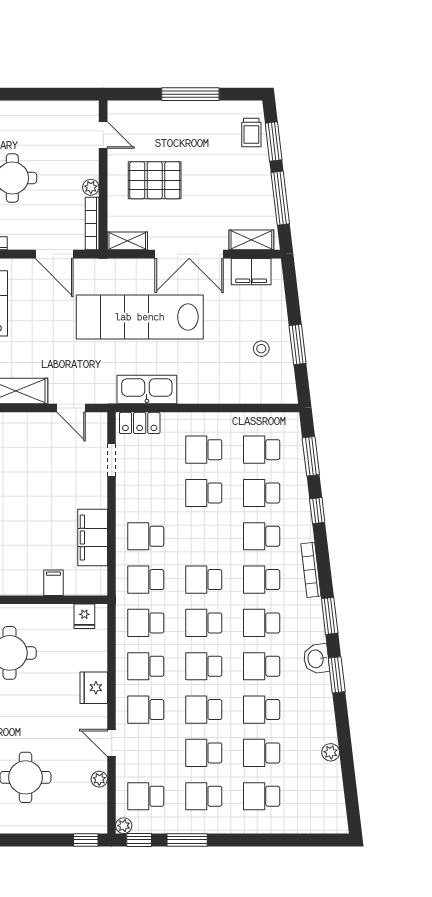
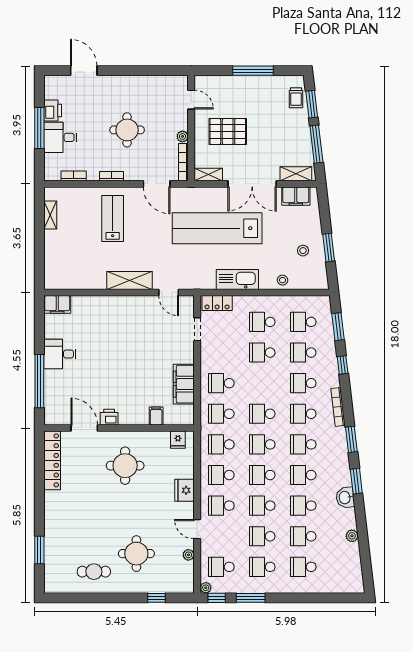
kitchen sink: (147, 390) -> (237, 279), moved
stool: (232, 390) -> (283, 280), added
washbasin: (316, 659) -> (345, 498), moved
window: (86, 840) -> (157, 598), moved

